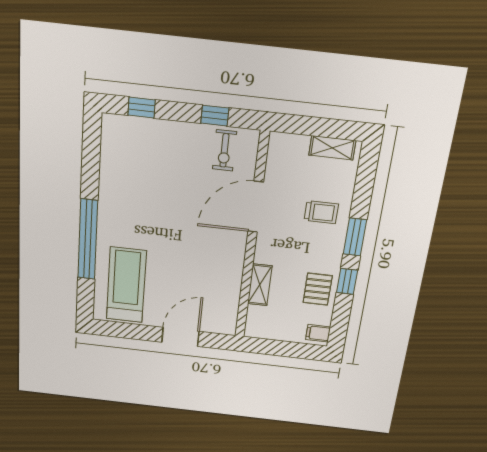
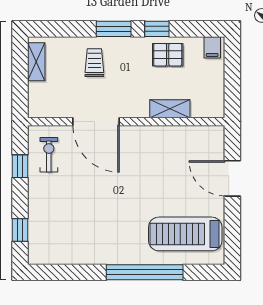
exercise bike: (224, 150) -> (49, 155), turned -90

